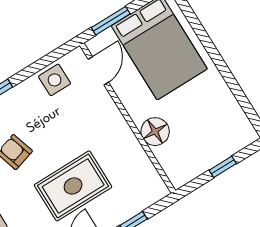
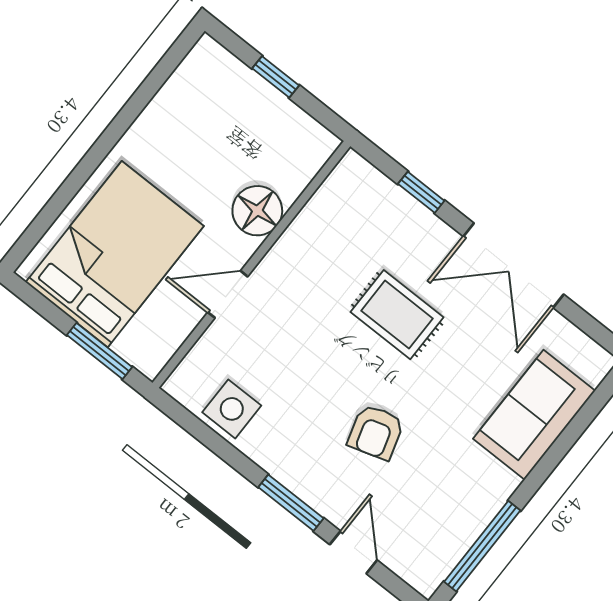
door: (98, 71) -> (228, 294), moved
rug: (73, 186) -> (397, 315), width x0.73, depth x0.70

